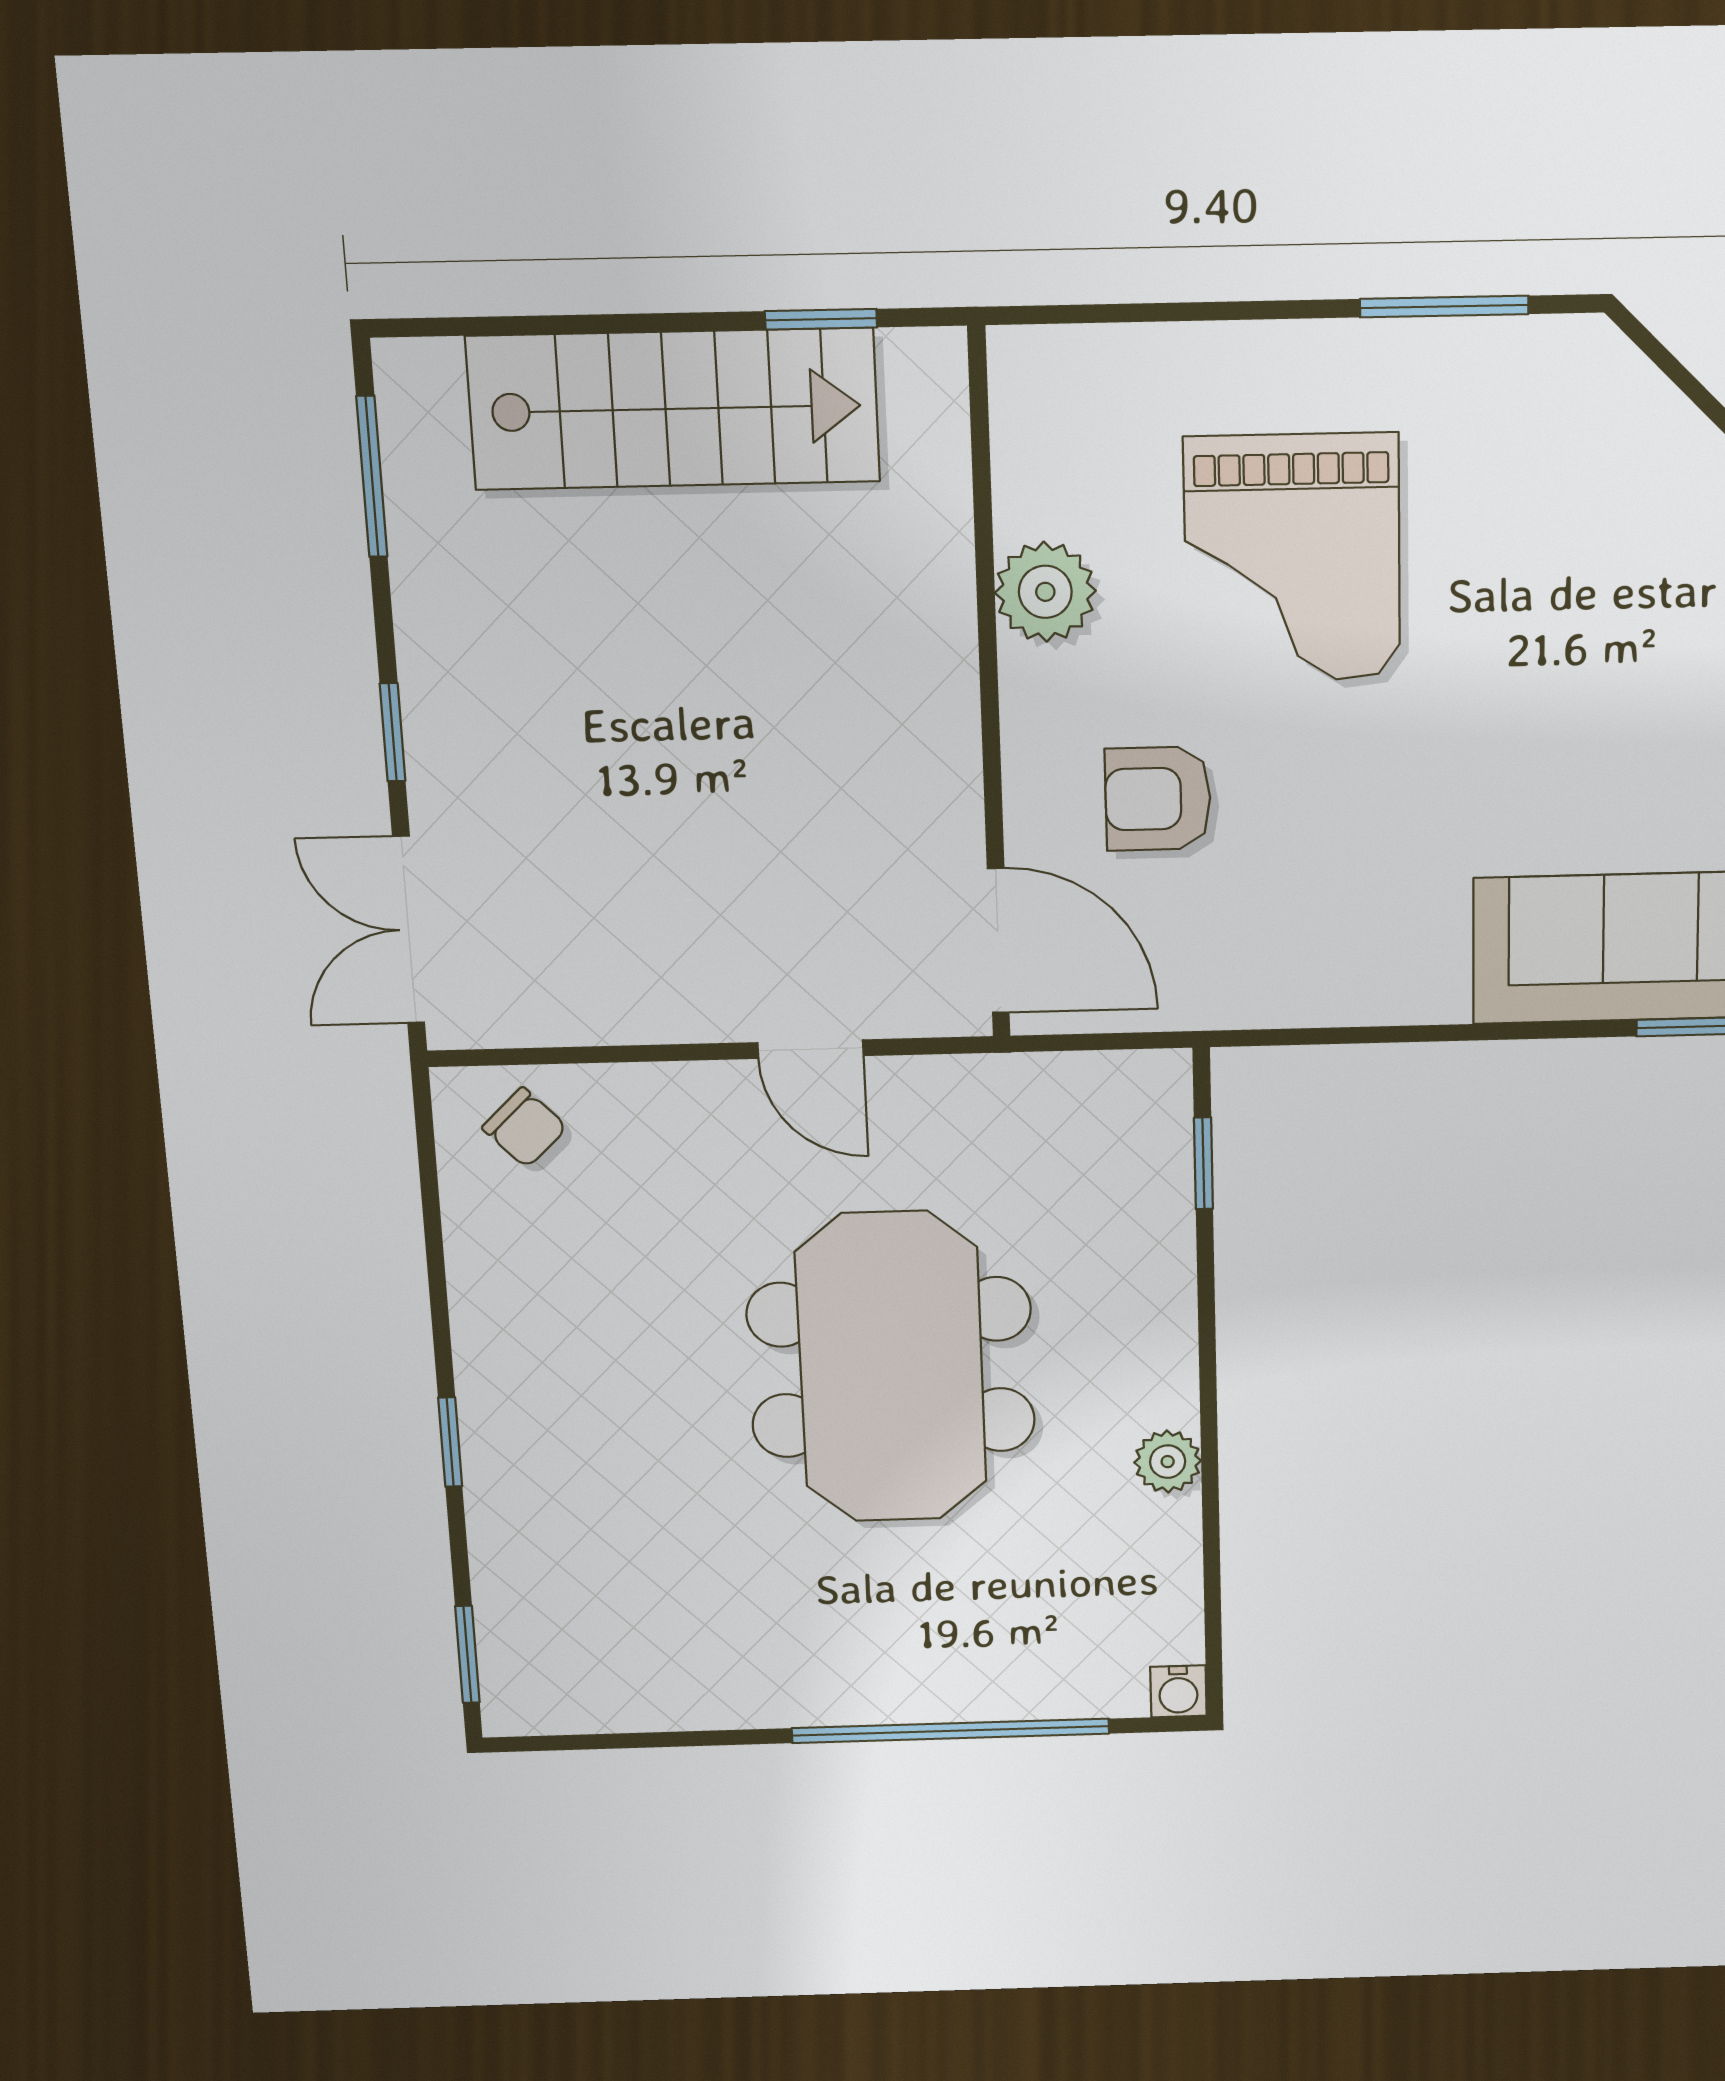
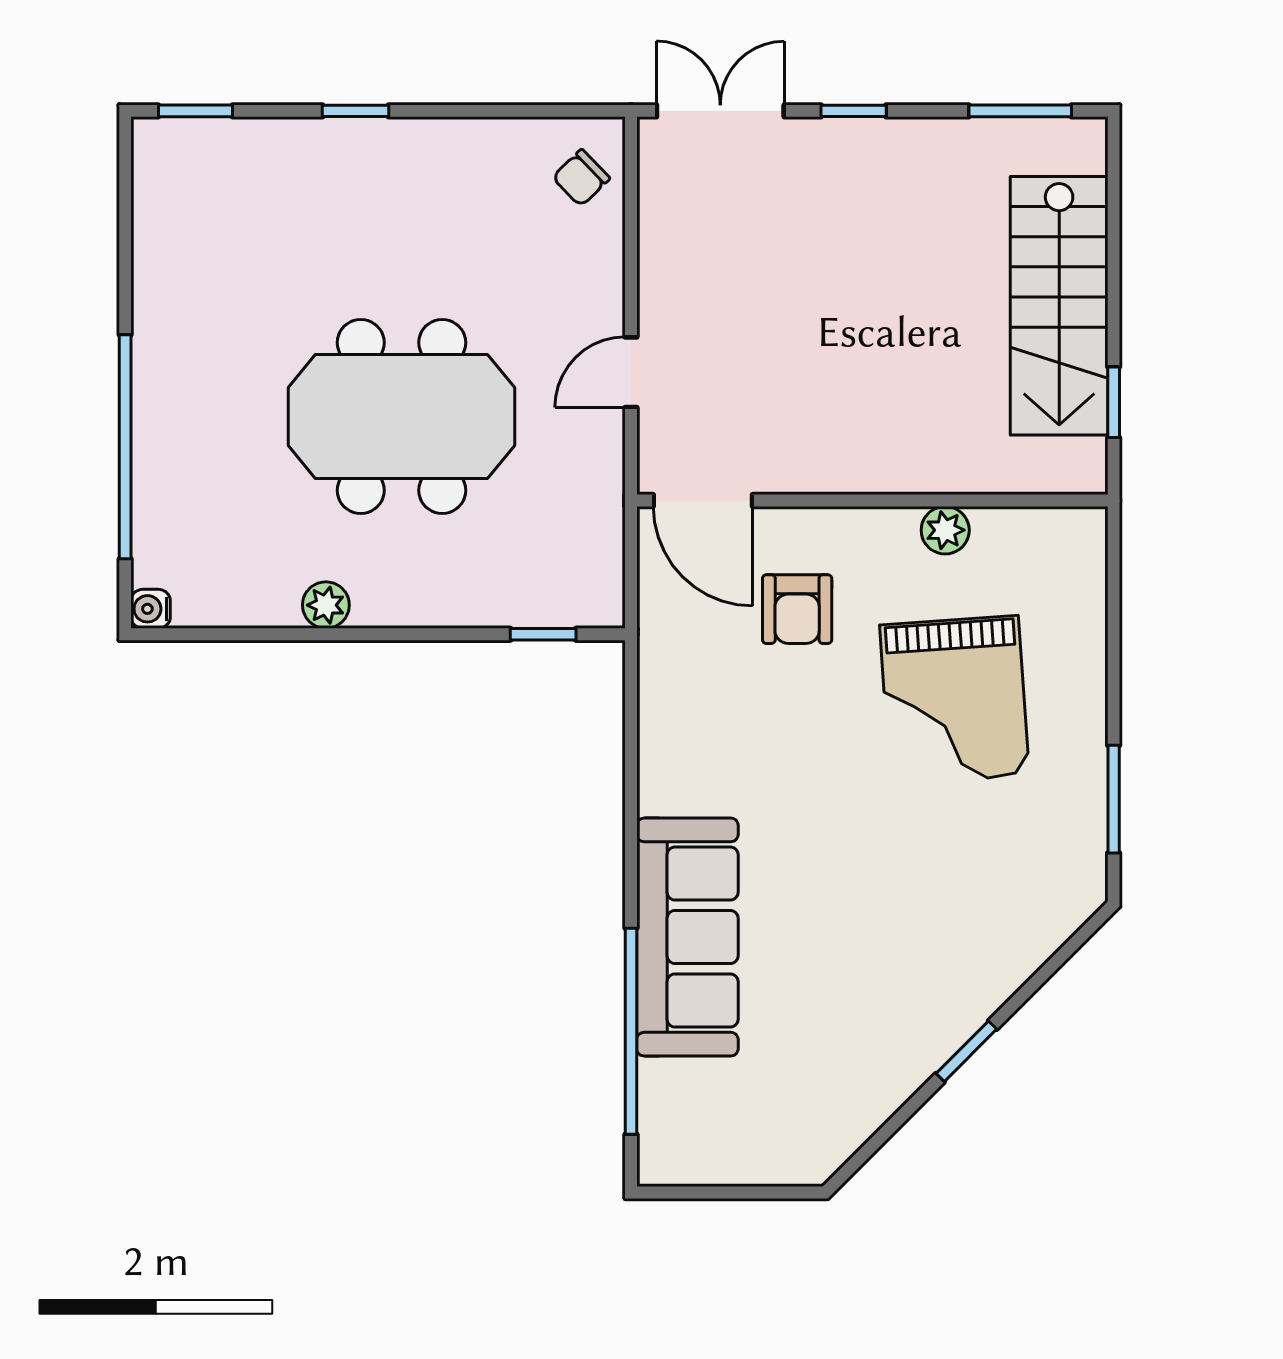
grand piano: (1292, 558) -> (954, 700), turned -94
plant: (1045, 592) -> (945, 530), width x0.73, depth x0.73
armchair: (1158, 799) -> (797, 609), turned 180
door: (998, 941) -> (703, 501), hinge flipped

